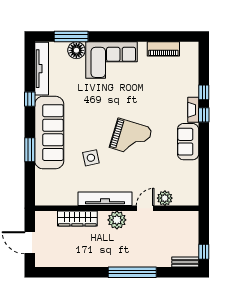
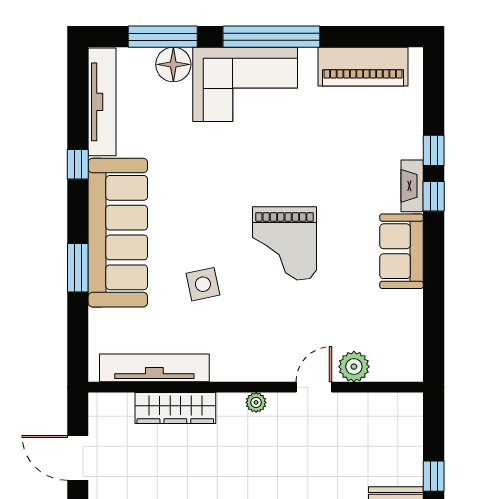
window: (124, 37) -> (271, 37), added
piano: (163, 49) -> (363, 67), width x1.37, depth x1.33
grand piano: (131, 138) -> (284, 243), turned 73
tv unit: (105, 199) -> (154, 368), moved
plant: (117, 220) -> (256, 402), width x0.53, depth x0.53

